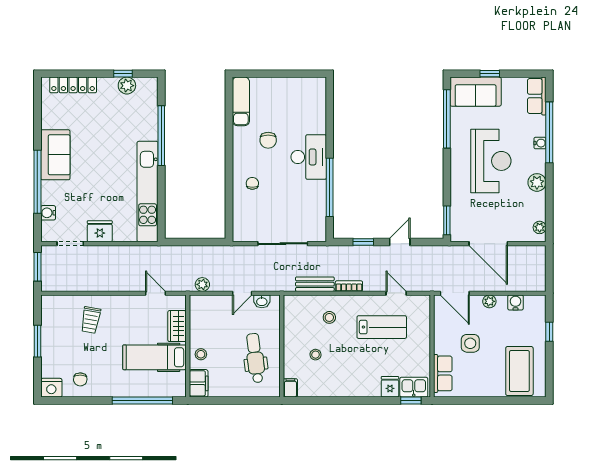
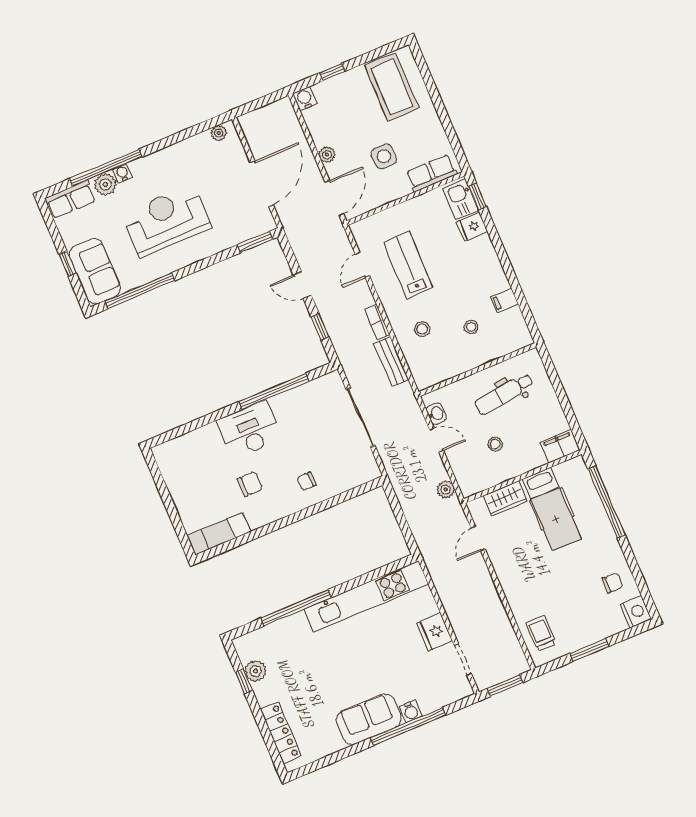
plant: (537, 182) -> (105, 184), moved
water cooler: (48, 213) -> (411, 711), moved
water cooler: (515, 302) -> (305, 99), moved, turned 90
trolley: (91, 320) -> (541, 633), moved, turned -100
stool: (201, 354) -> (495, 444), moved
coffee table: (519, 371) -> (392, 87), turned 90
filing cabinet: (290, 388) -> (504, 300), moved

